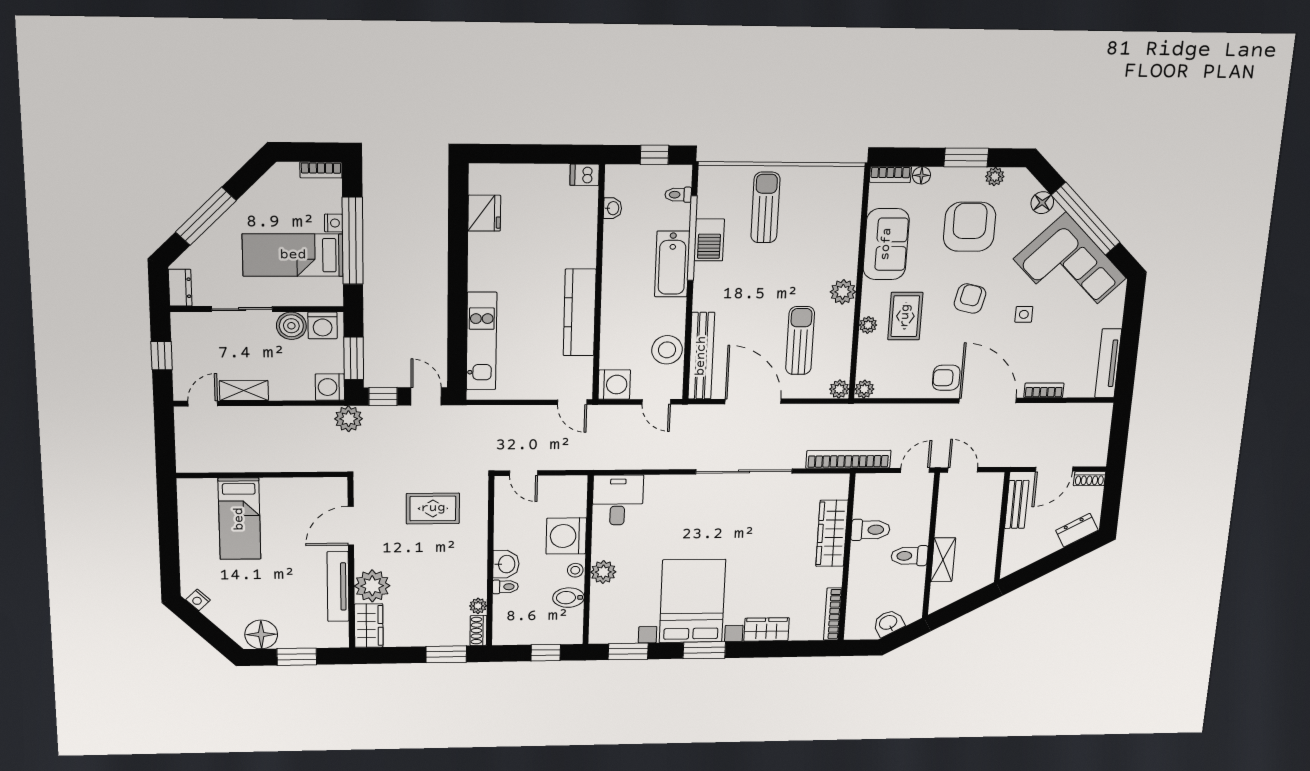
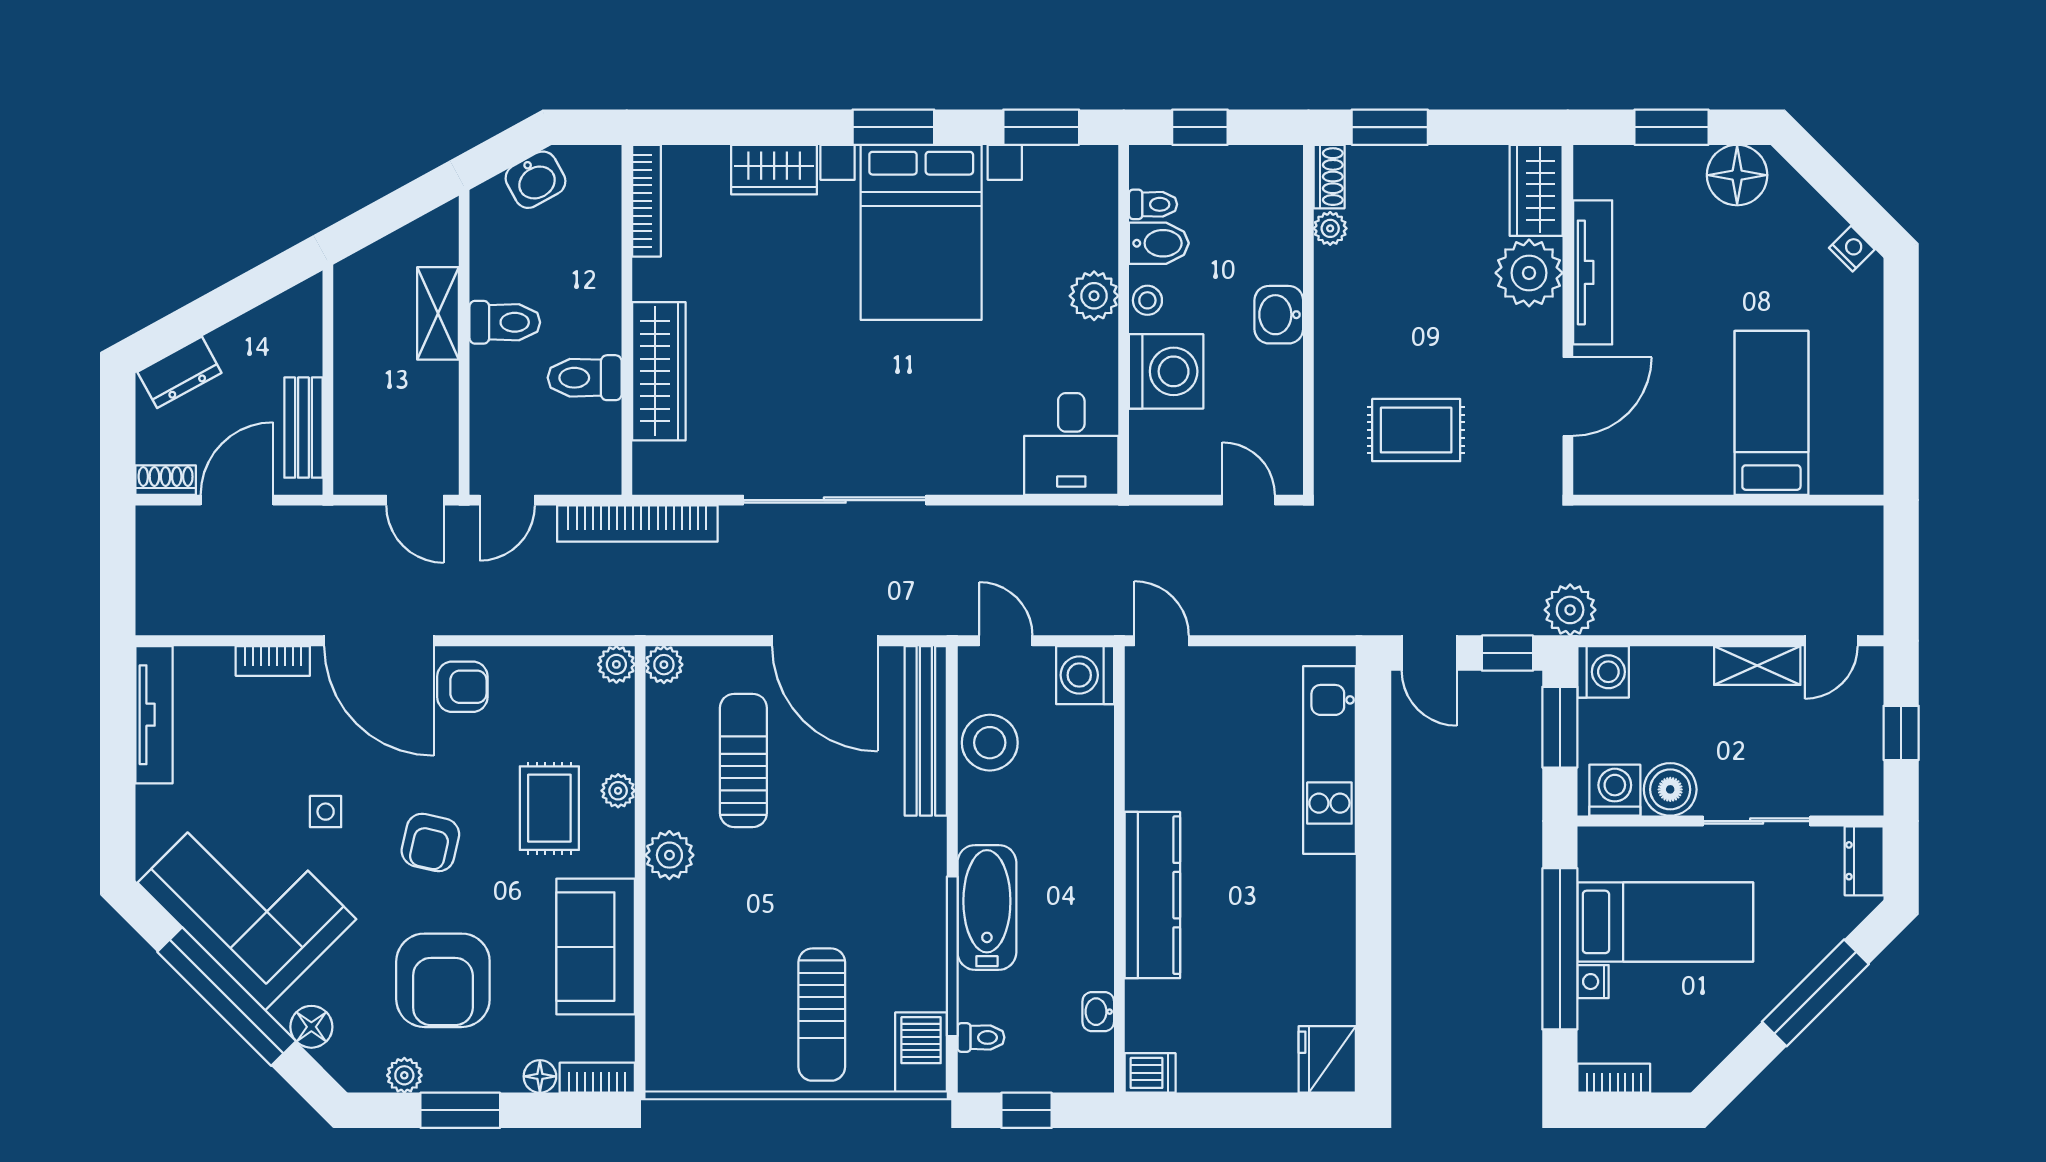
fridge: (484, 213) -> (1327, 1059), moved
barbecue: (709, 240) -> (921, 1052), moved
kitchen counter: (580, 312) -> (1152, 895), moved
sun lounger: (800, 341) -> (743, 760), turned 180
toilet: (505, 587) -> (1153, 204), moved, turned 180

